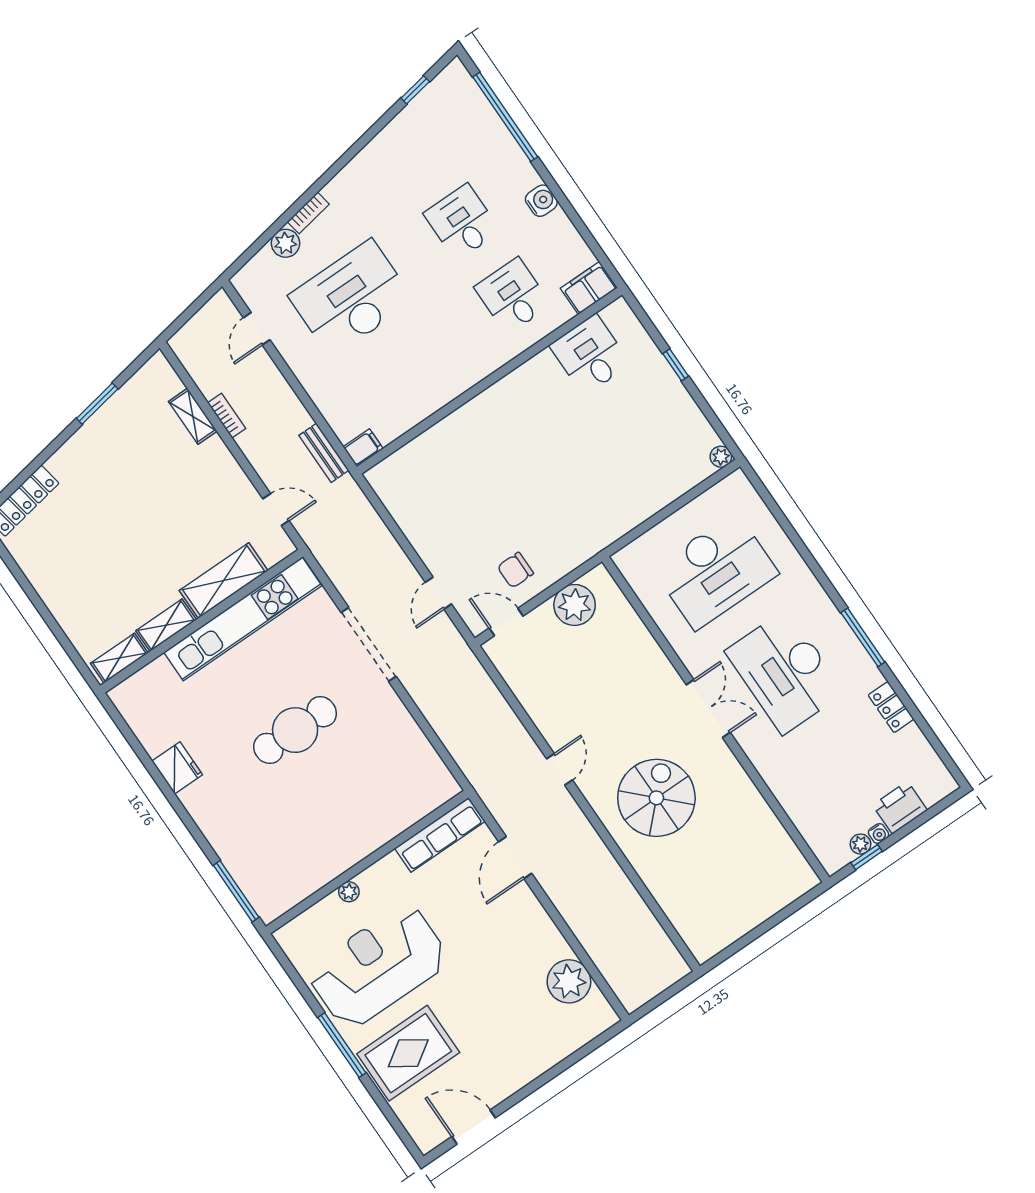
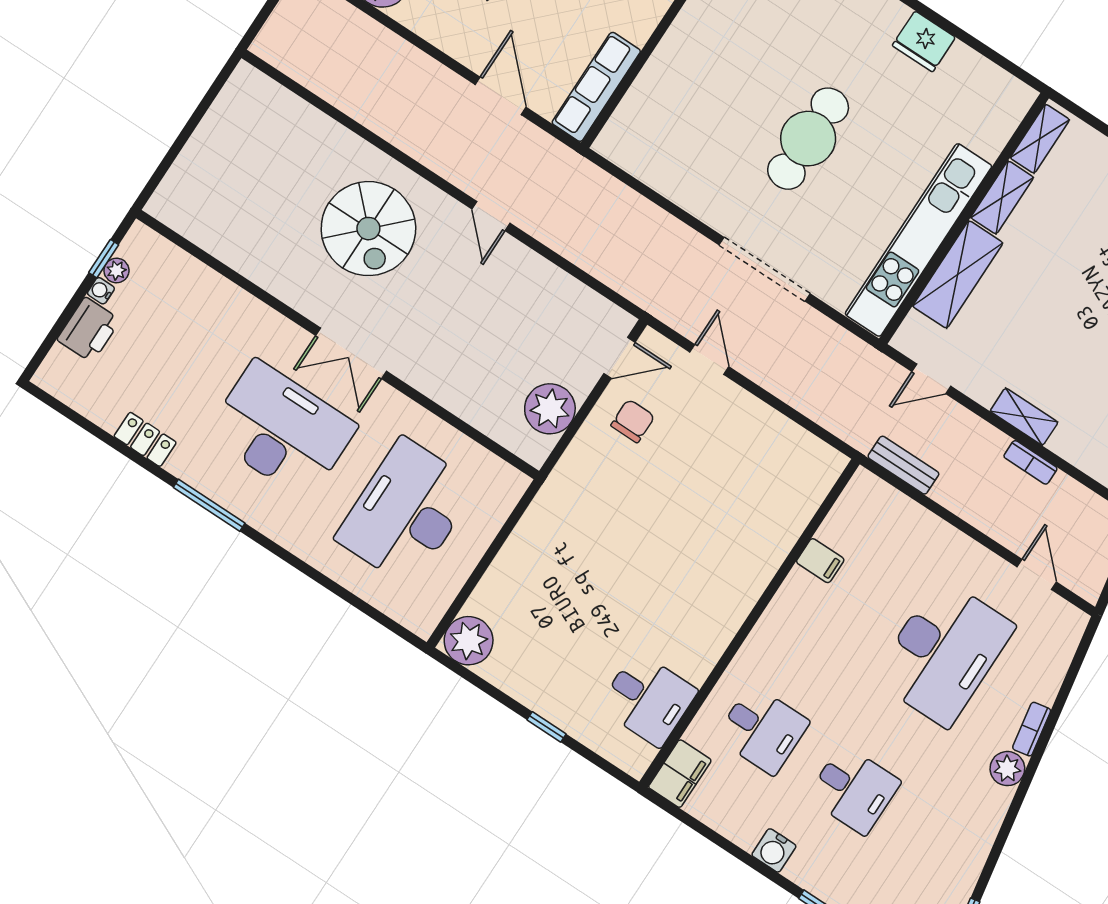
plant: (285, 243) -> (1007, 769), moved
shelving: (193, 416) -> (1024, 417), moved
filing cabinet: (363, 448) -> (820, 561), moved, turned -90
plant: (721, 457) -> (469, 641), width x1.88, depth x1.88

